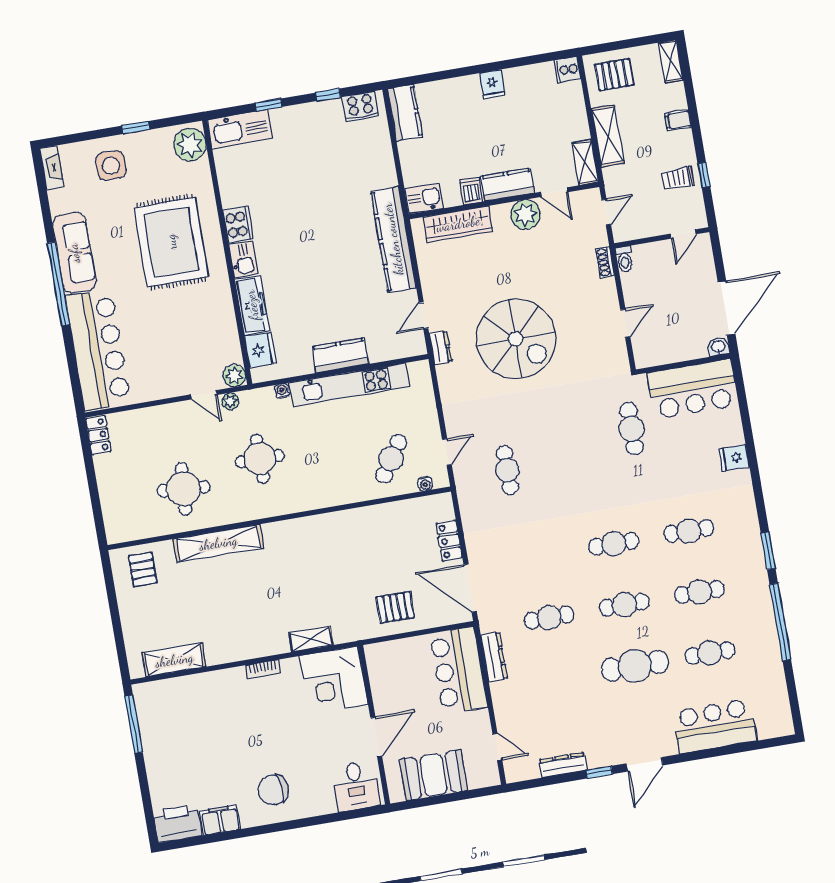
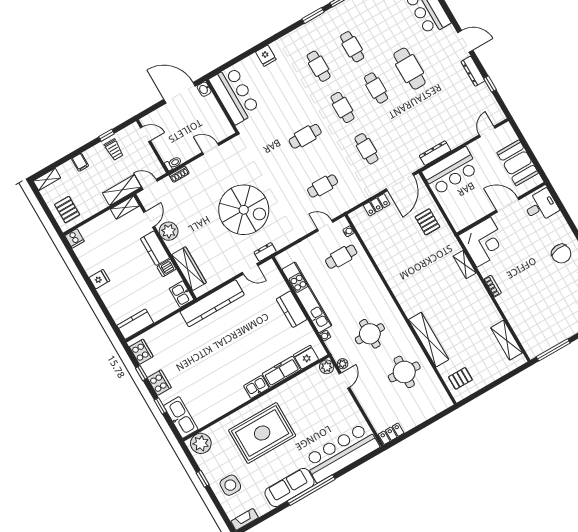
shelving: (608, 136) -> (122, 190), moved
cooker: (238, 224) -> (159, 383), moved, turned 90
spiral stairs: (516, 339) -> (244, 210), turned 90
cafe table: (632, 429) -> (305, 136), moved
cafe table: (391, 459) -> (341, 257), turned -33
cafe table: (549, 618) -> (366, 149), moved
cafe table: (710, 653) -> (386, 27), removed
dresser: (563, 765) -> (473, 71), moved
window: (599, 772) -> (490, 84), moved

